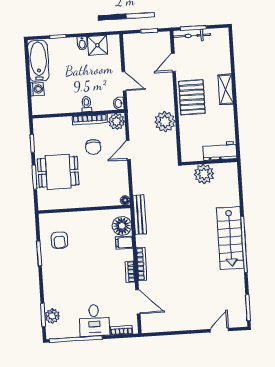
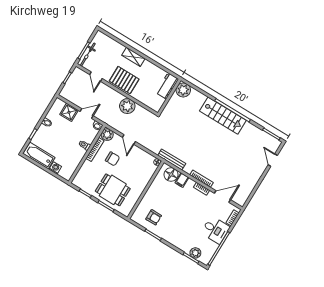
shower: (98, 45) -> (69, 112), moved
dining table: (58, 172) -> (113, 190), turned 90
plant: (204, 174) -> (183, 90), moved

